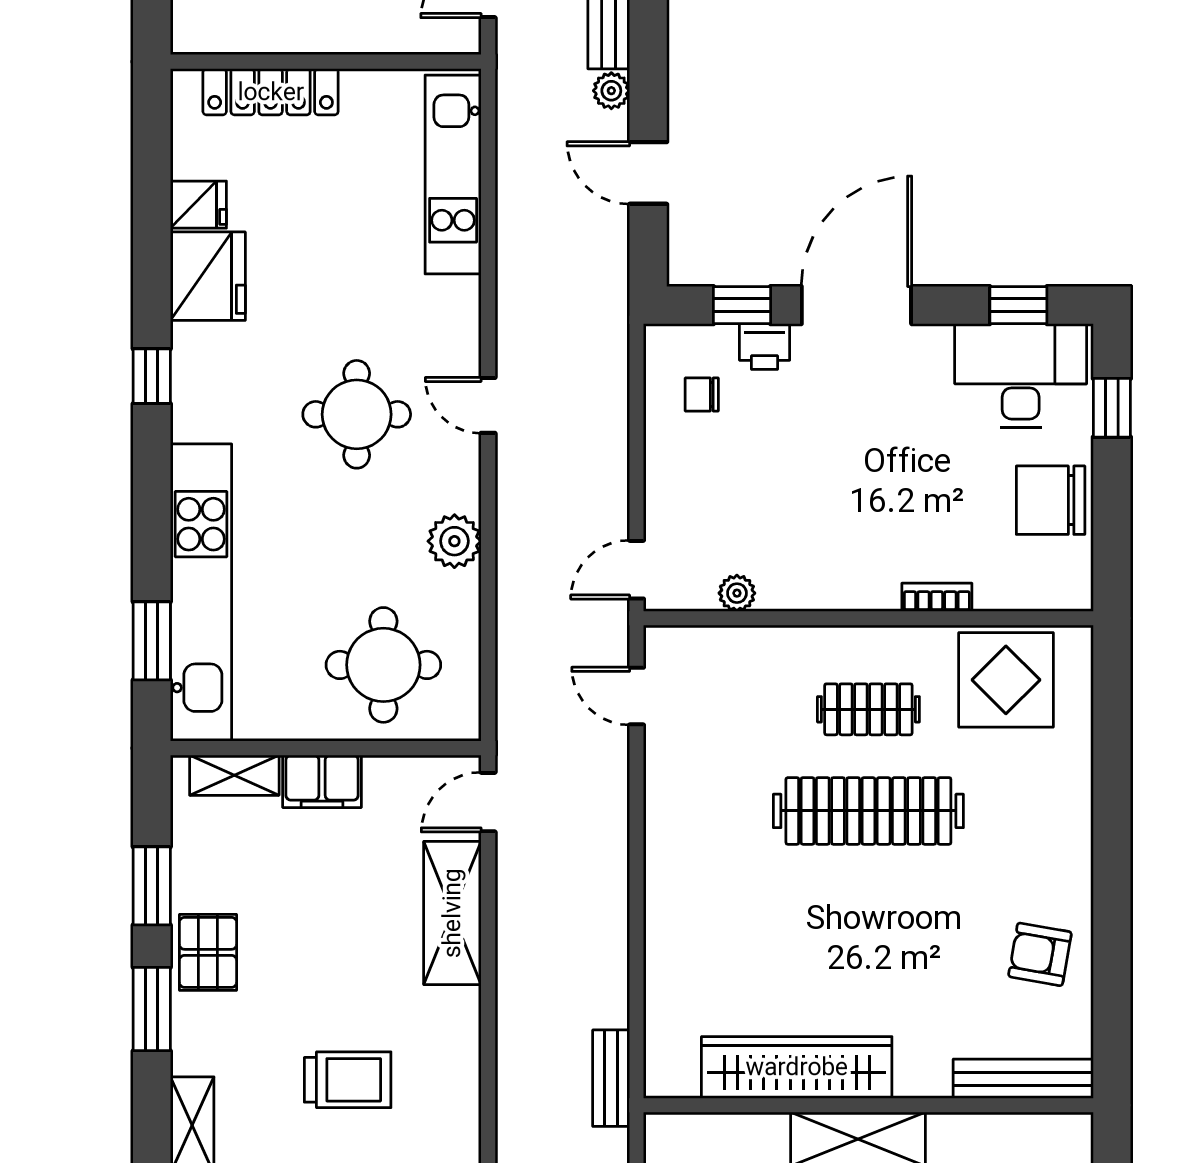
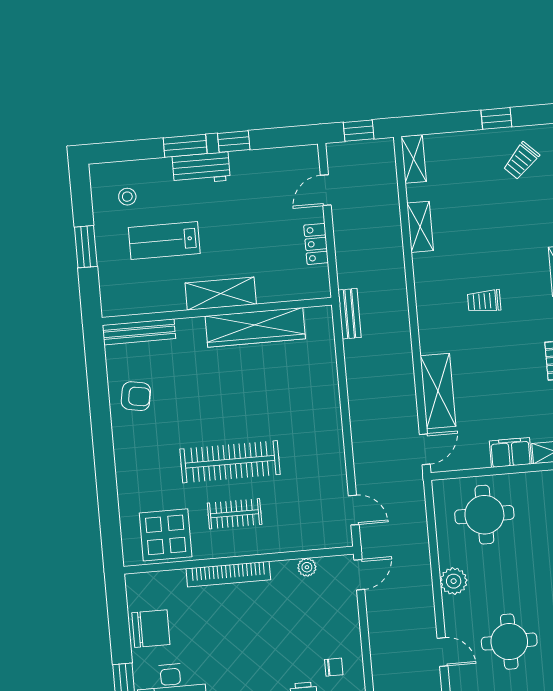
bookcase: (937, 597) -> (228, 574), width x2.31, depth x1.31
trolley: (348, 1080) -> (484, 301), width x0.73, depth x0.72

